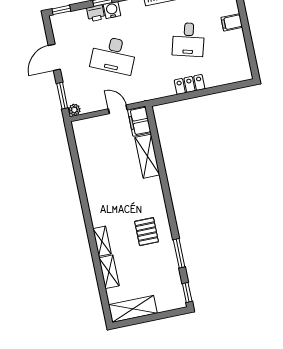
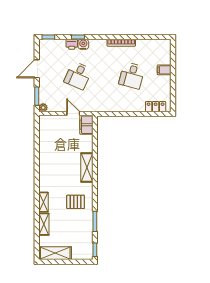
desk: (114, 55) -> (78, 76), width x0.73
locker: (190, 84) -> (156, 107), moved
shelving: (147, 156) -> (87, 167), moved
pallet: (147, 232) -> (76, 202), turned 90

